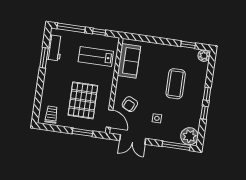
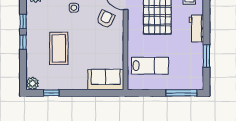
window: (99, 32) -> (150, 93), removed
workbench: (55, 48) -> (196, 28), moved
sofa: (129, 61) -> (106, 80), moved, turned 90

